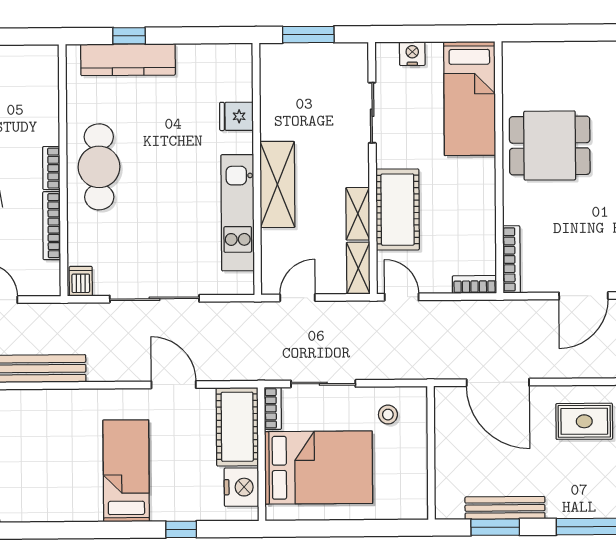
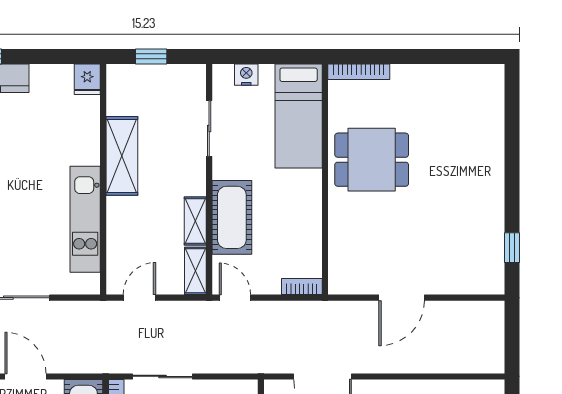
window: (308, 35) -> (151, 56), width x0.67
fridge: (236, 116) -> (87, 79), moved, turned -90
shelving: (277, 184) -> (122, 156), moved
bookcase: (511, 259) -> (359, 72), moved, turned 90

